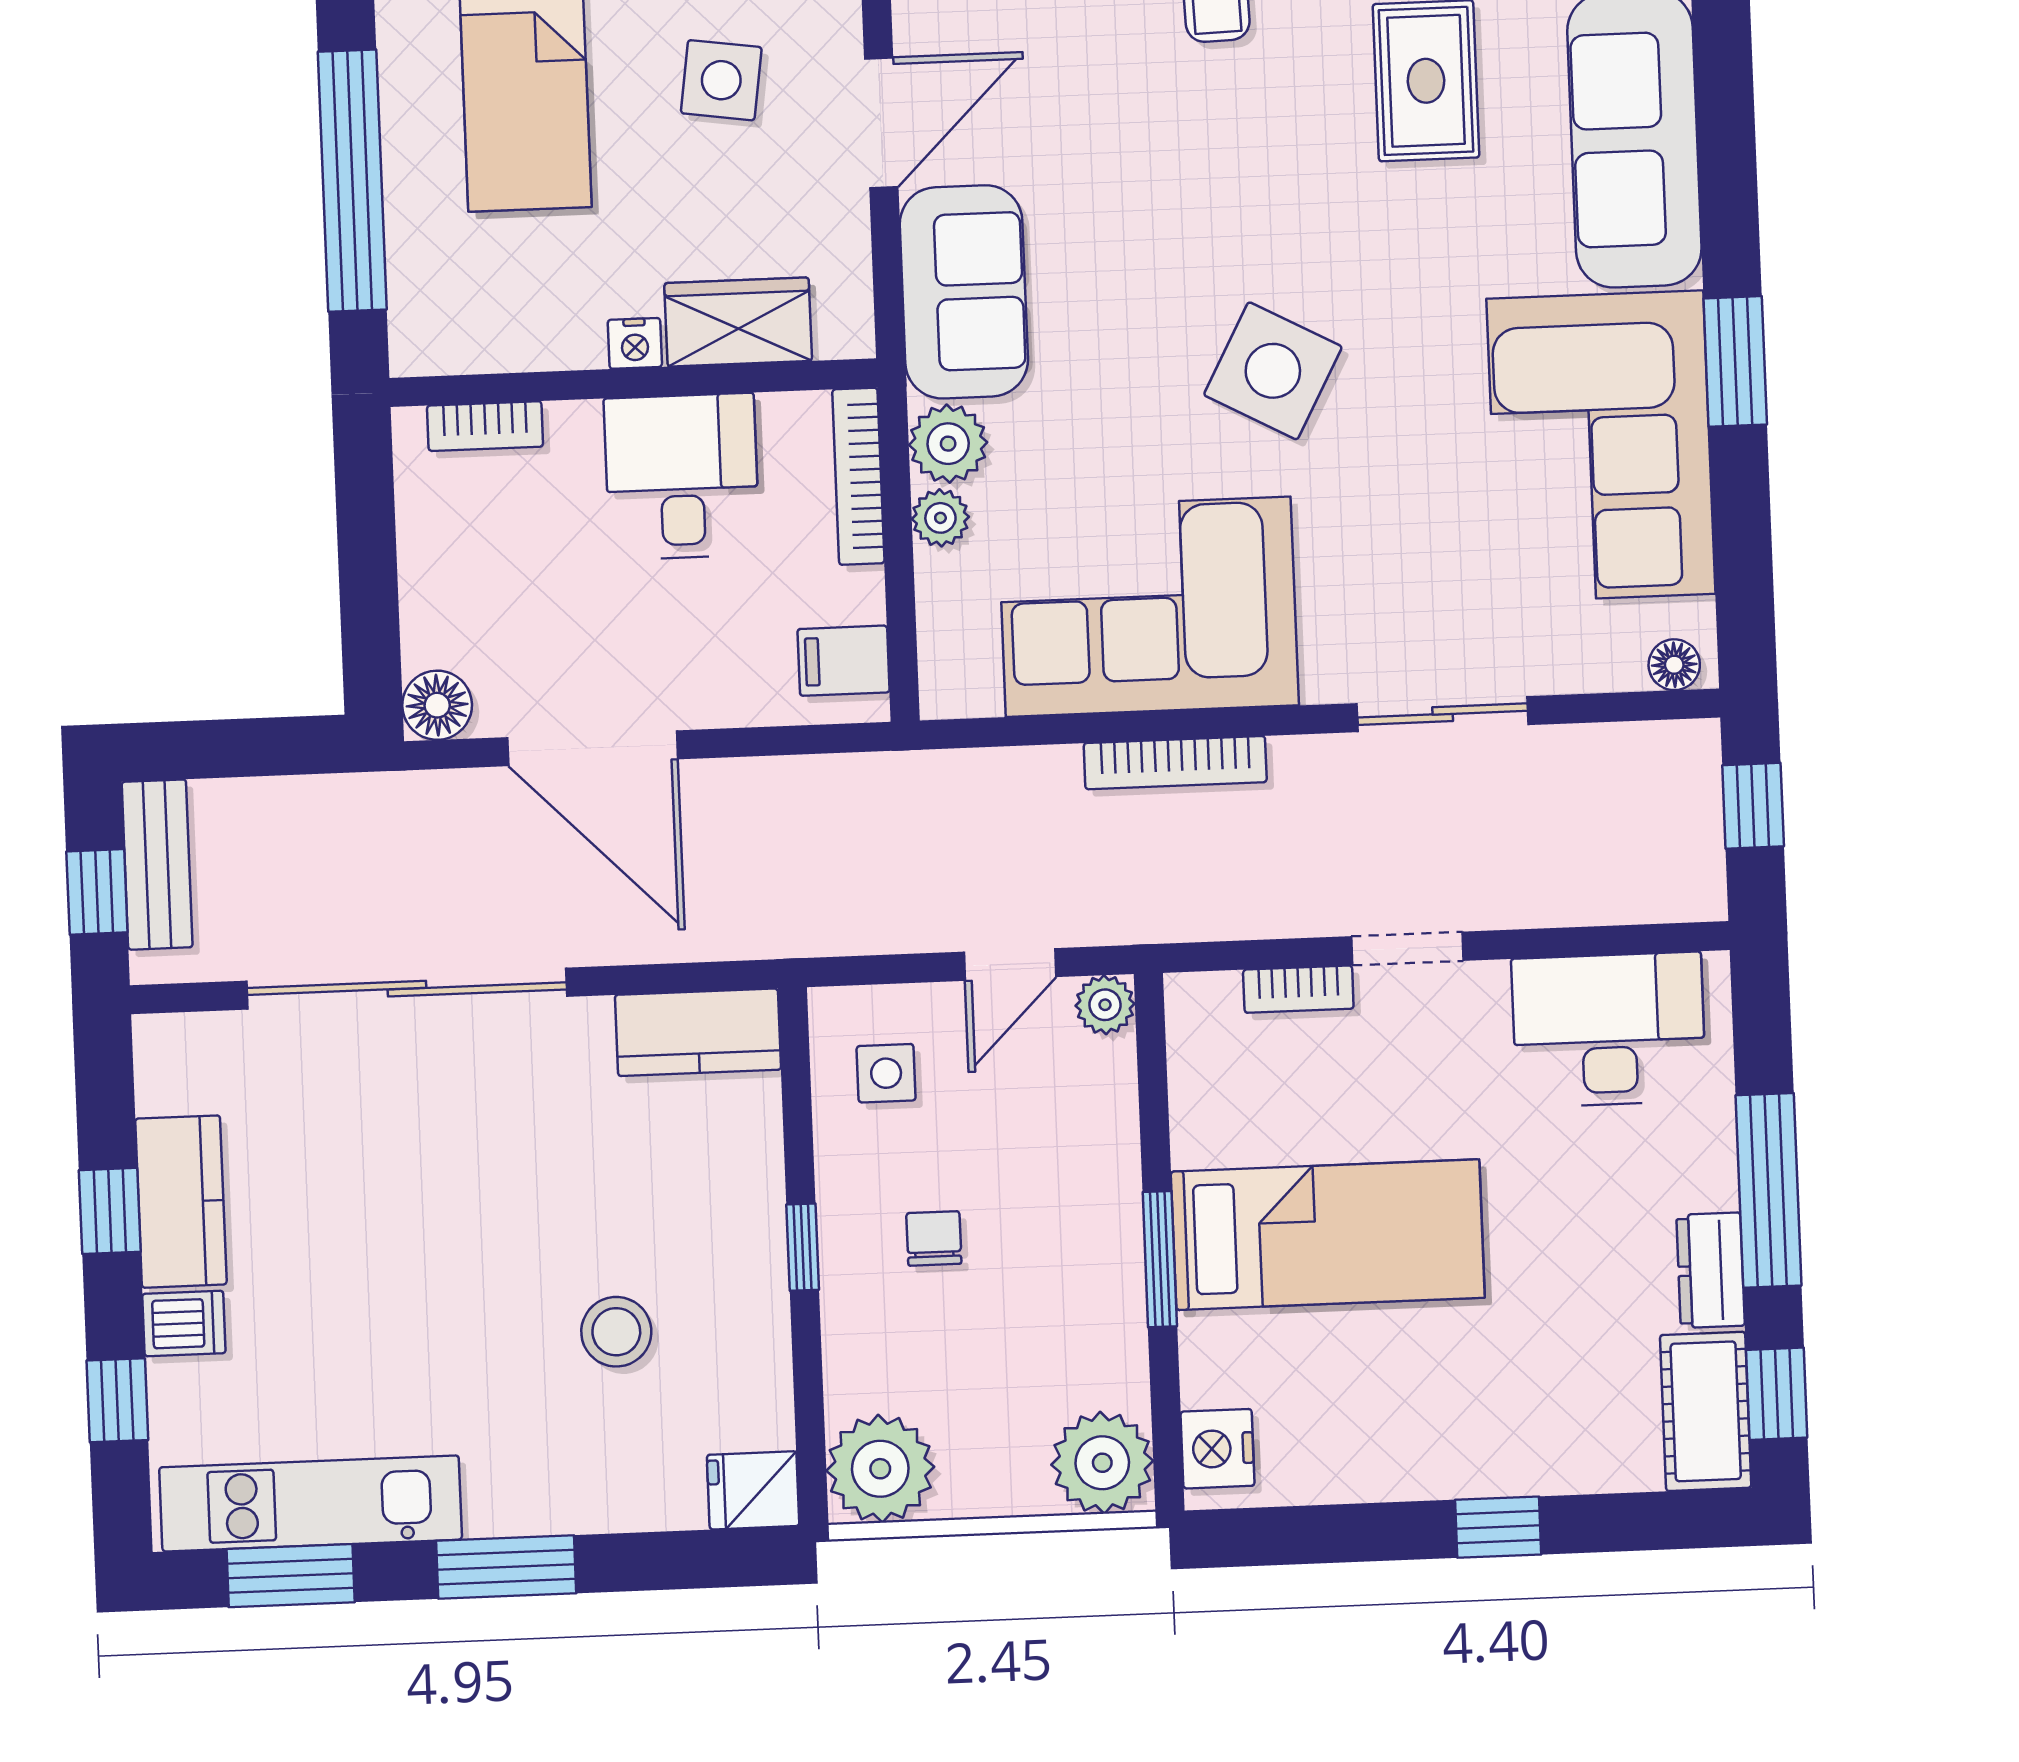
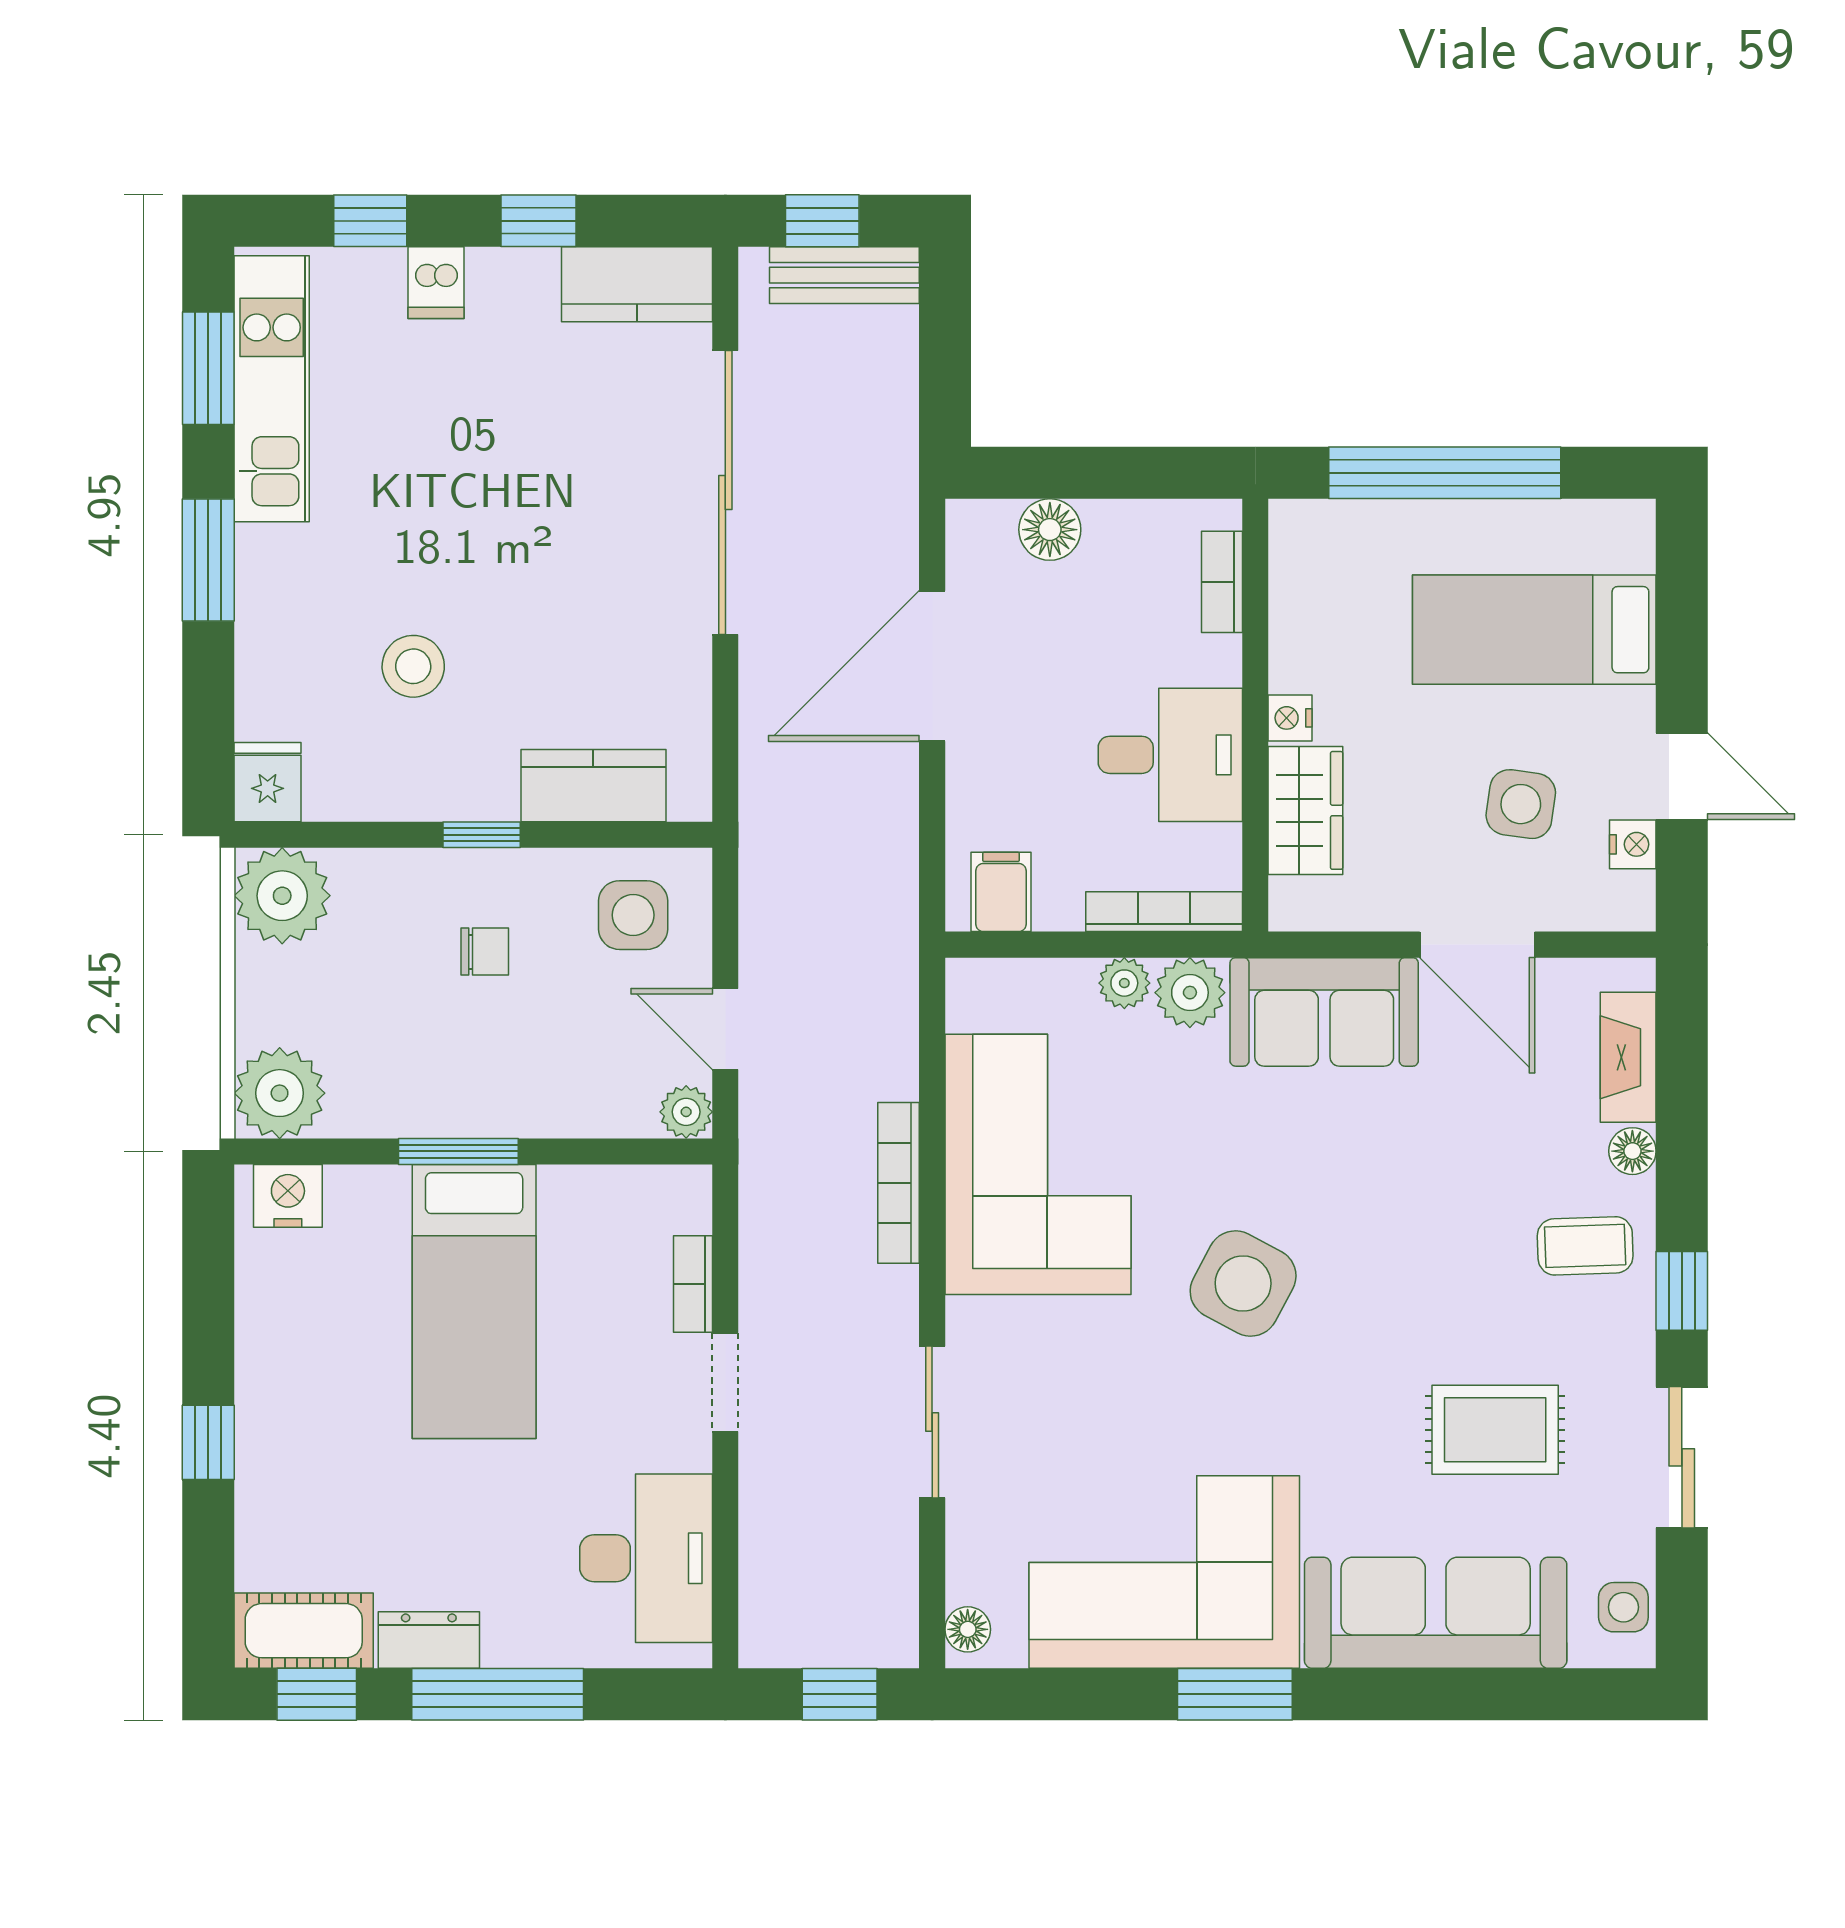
floor lamp: (437, 705) -> (1050, 530), moved
kitchen counter: (698, 1032) -> (593, 786), moved, turned 90
side table: (886, 1073) -> (633, 915), width x1.37, depth x1.37
kitchen counter: (181, 1202) -> (637, 284), moved

